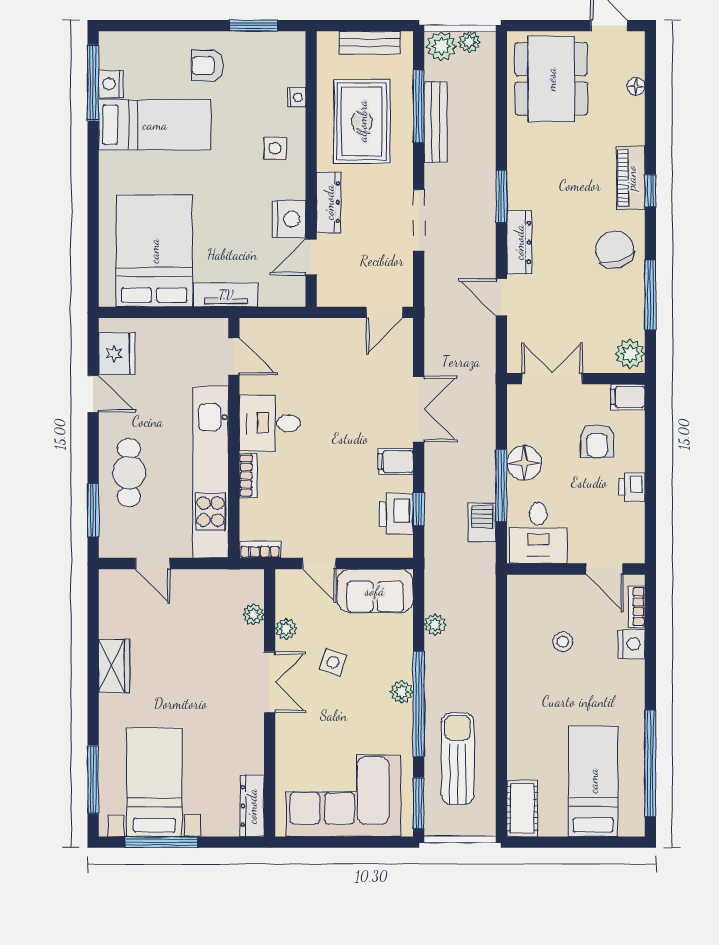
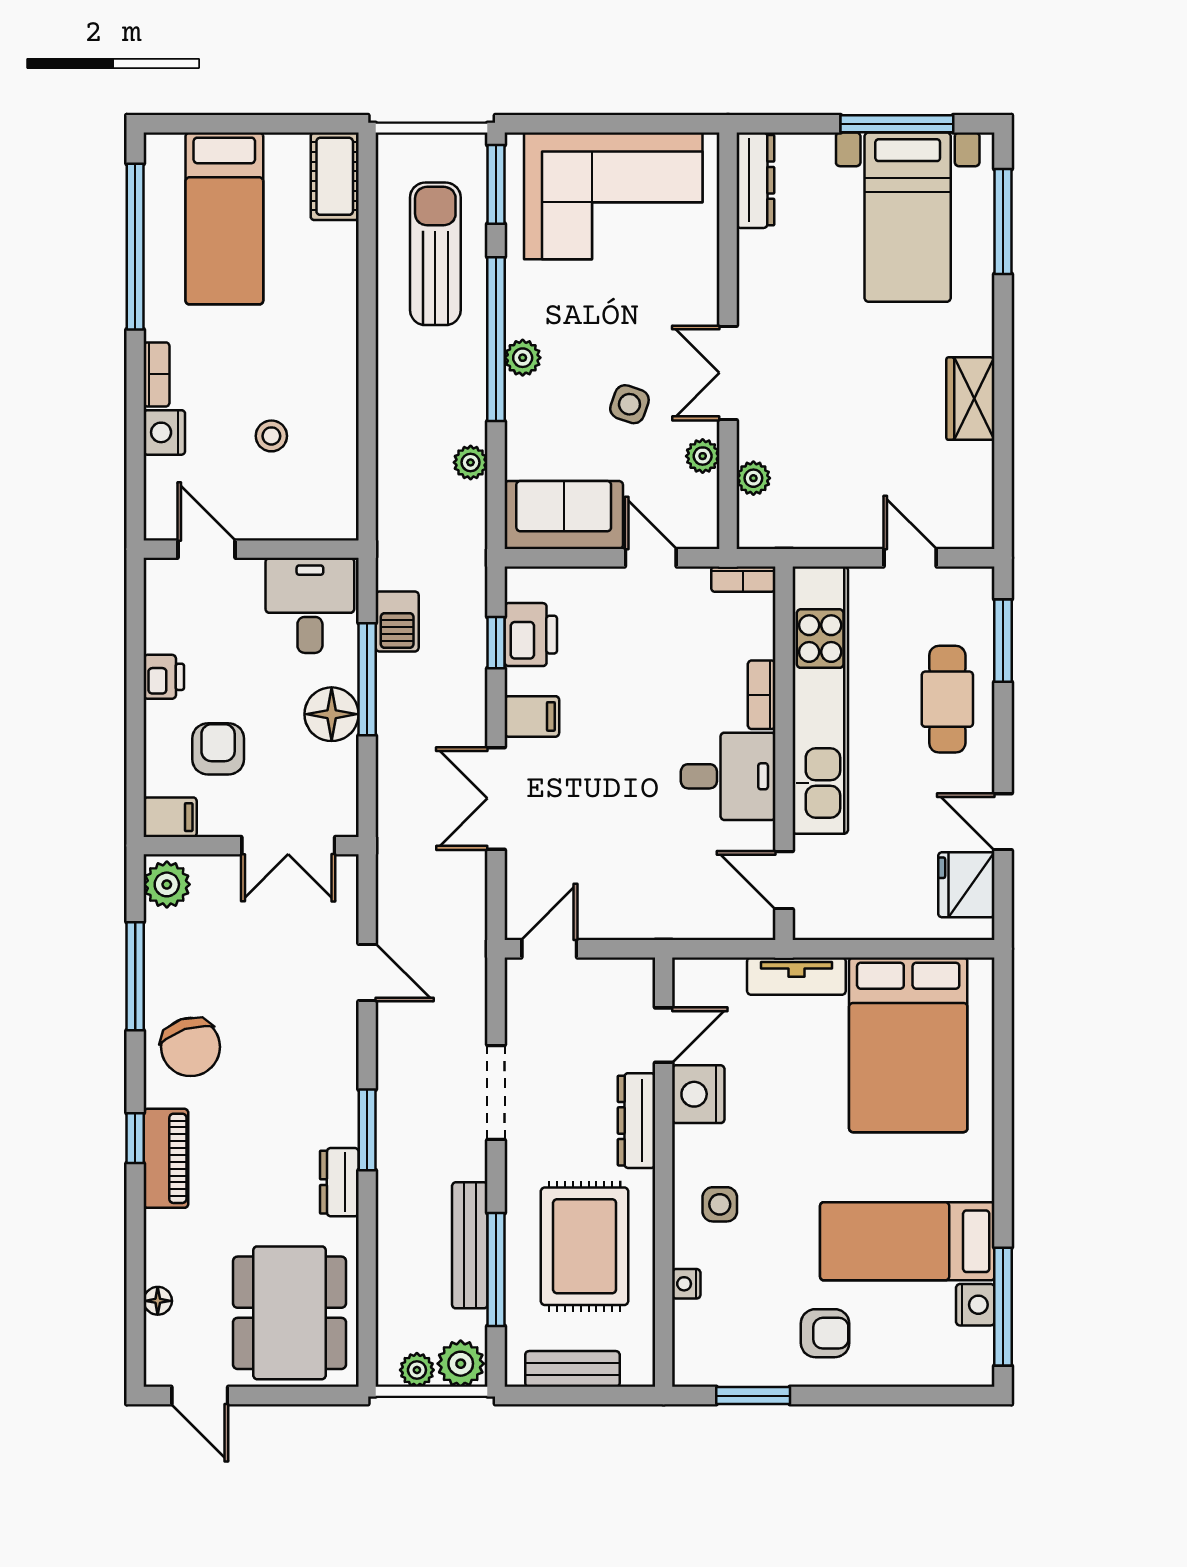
dresser: (519, 242) -> (339, 1182), moved, width x0.70
bookcase: (637, 607) -> (157, 374), moved
sun lounger: (458, 759) -> (435, 254), turned 180

